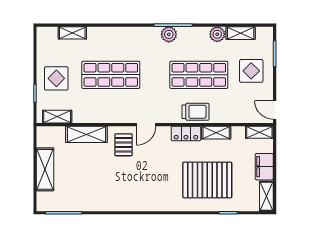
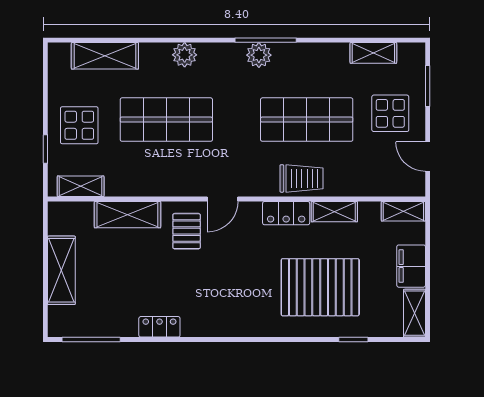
shelving: (72, 33) -> (105, 56), width x1.50, depth x1.33
plant: (217, 34) -> (185, 55), moved
door: (275, 110) -> (428, 157), moved
locker: (107, 205) -> (159, 327), added

